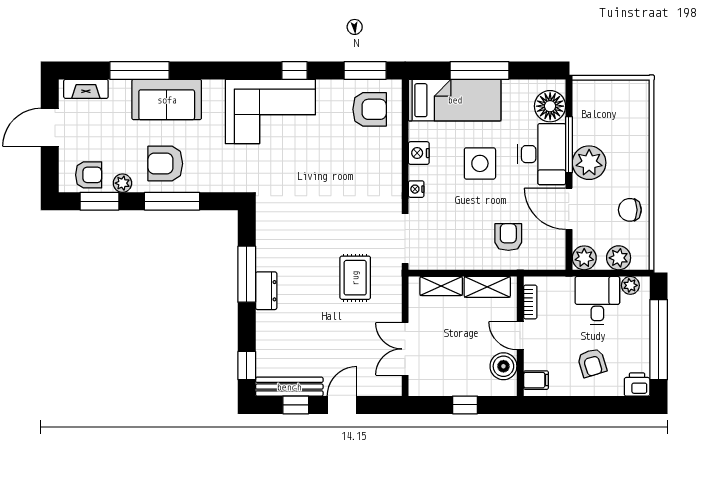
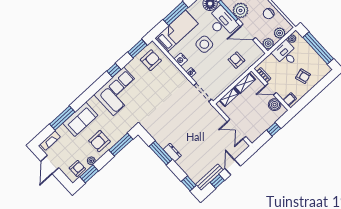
window: (172, 201) -> (121, 145), moved
rug: (355, 278) -> (198, 121), removed
printer: (637, 384) -> (325, 70), removed

